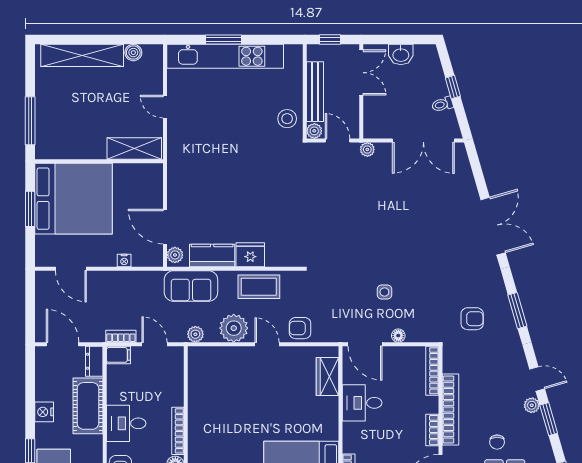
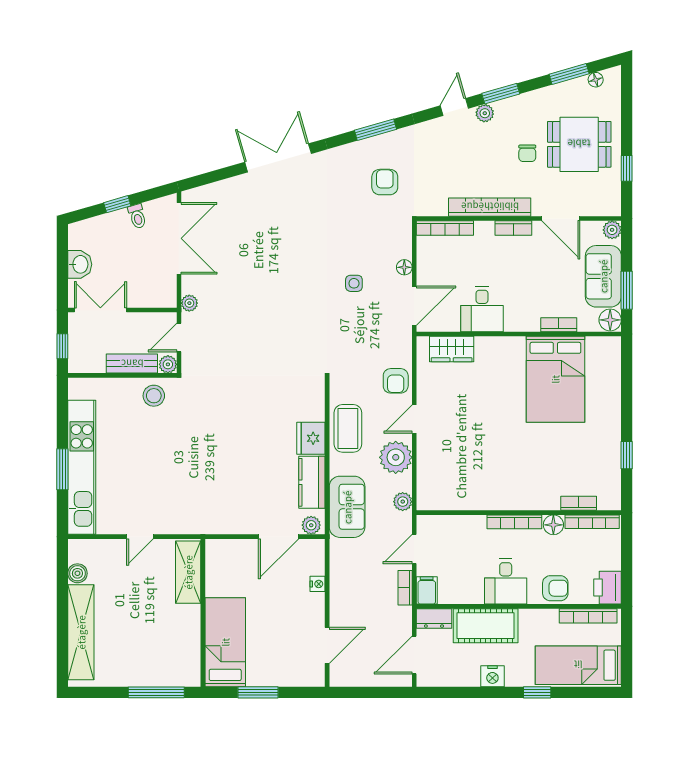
bench: (315, 92) -> (132, 364), width x0.73
bed: (74, 199) -> (225, 642), width x0.49
chair: (497, 442) -> (527, 153), turned 90

